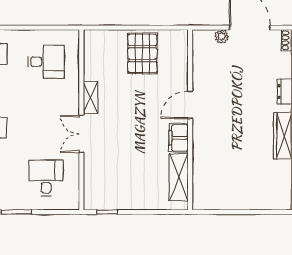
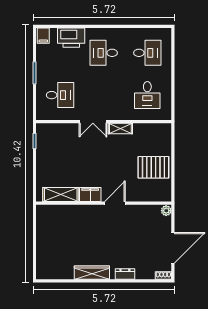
plant: (222, 36) -> (166, 211), moved
door: (190, 105) -> (115, 203), hinge flipped
double door: (81, 134) -> (93, 122), swing flipped

